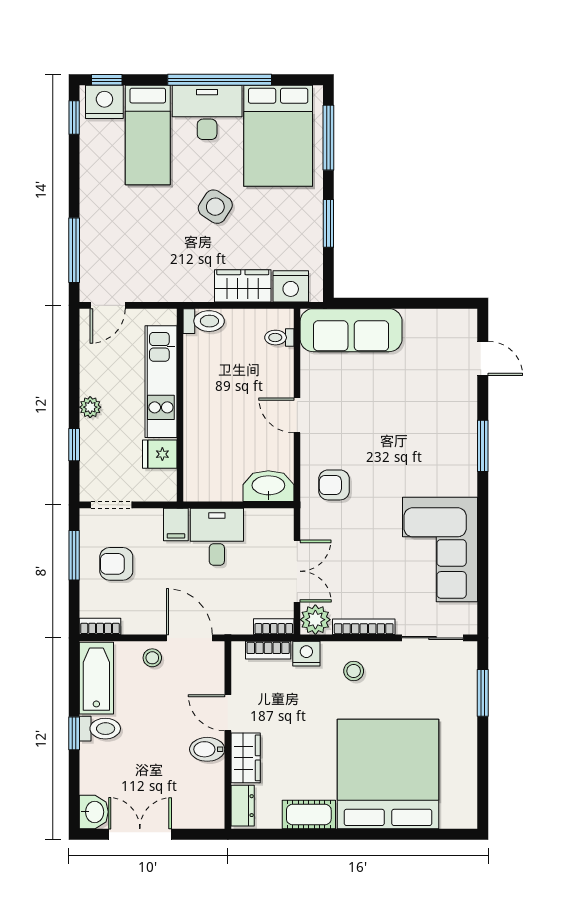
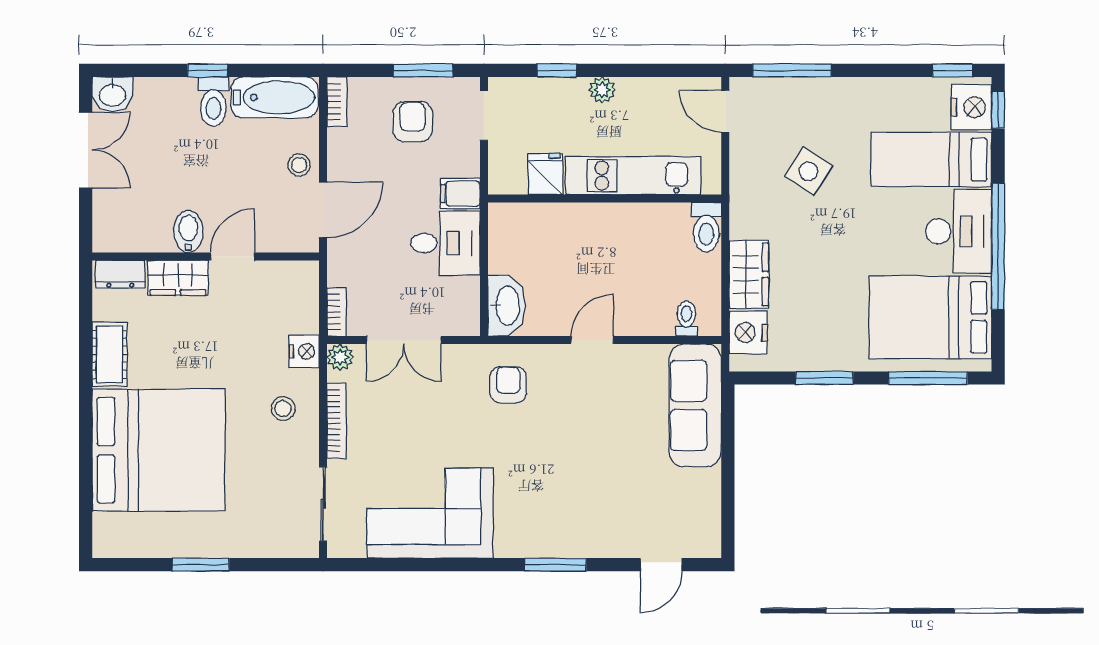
side table: (215, 207) -> (808, 171), moved
plant: (315, 620) -> (340, 357), width x0.73, depth x0.73
bookcase: (268, 650) -> (308, 305), removed
window: (483, 693) -> (201, 565), moved

